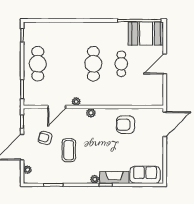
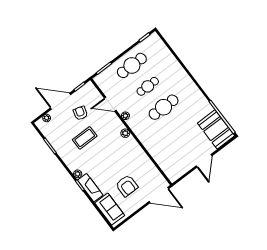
cafe table: (121, 64) -> (148, 86), moved
door: (165, 64) -> (204, 161), swing flipped
armchair: (126, 125) -> (127, 186), moved, turned 180

